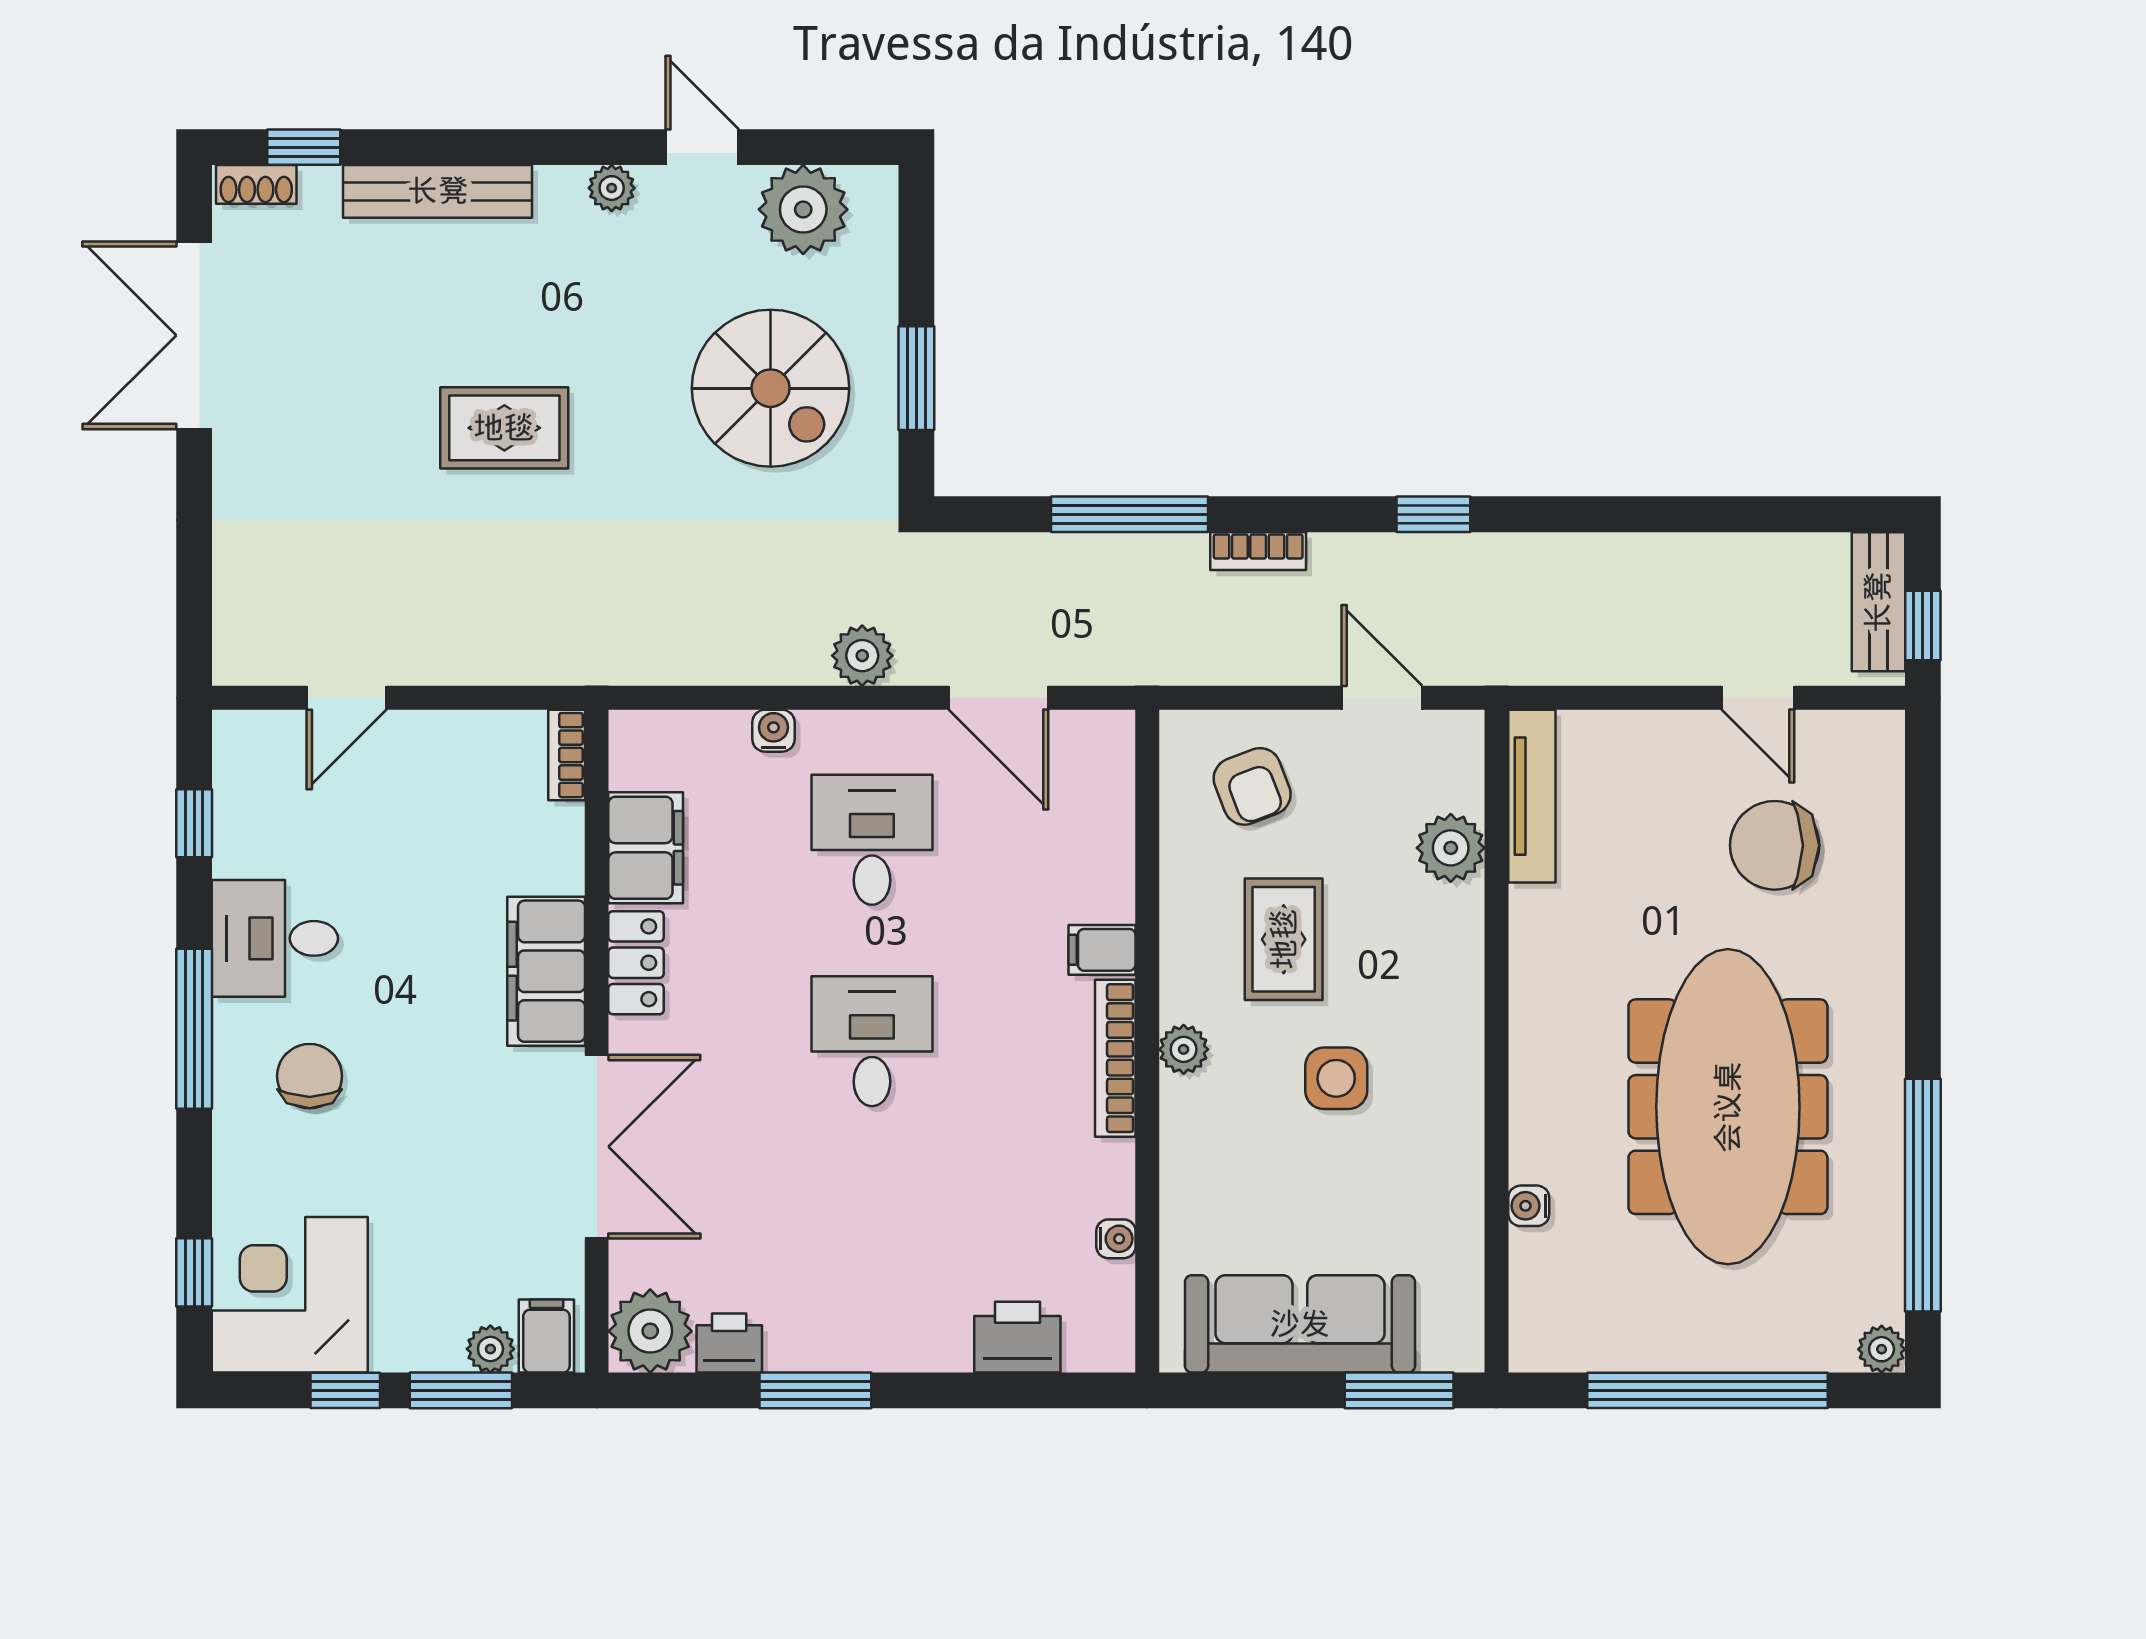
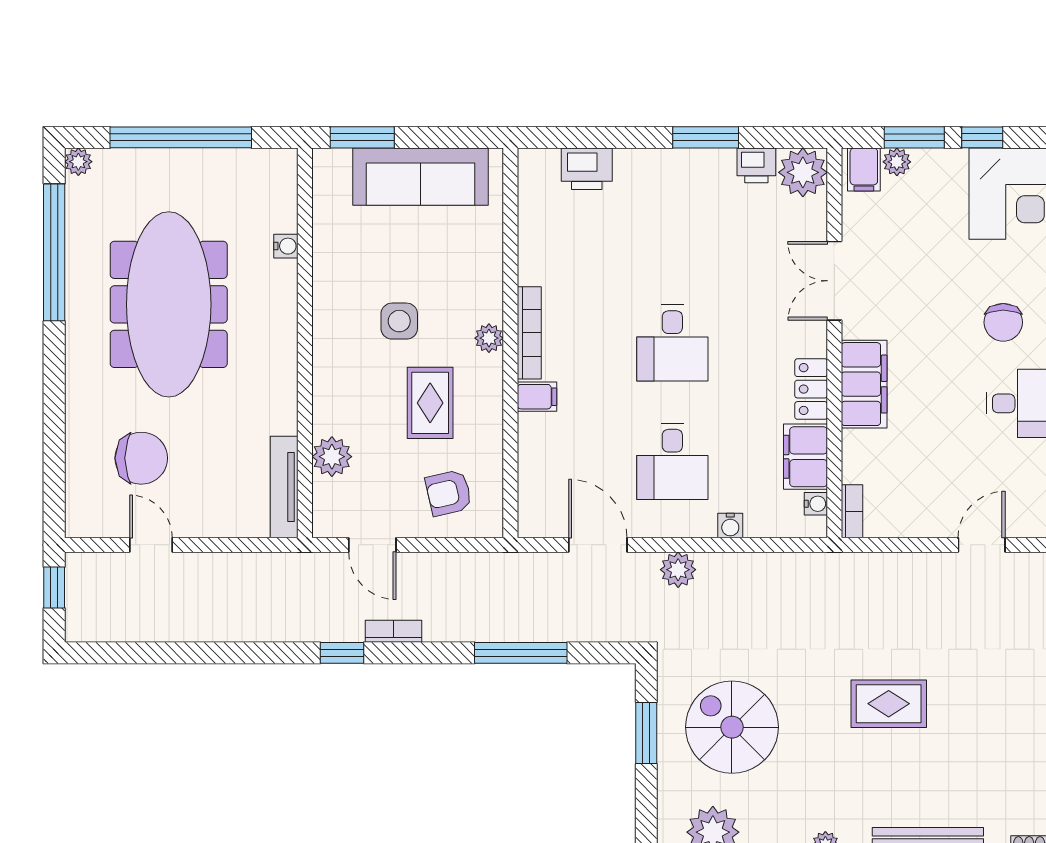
bookcase: (1258, 551) -> (394, 631), moved
bench: (1878, 602) -> (80, 602), removed
armchair: (1252, 786) -> (449, 493), turned -82
double door: (597, 1147) -> (834, 281), width x0.73
water cooler: (1116, 1239) -> (816, 504), moved, turned 180

